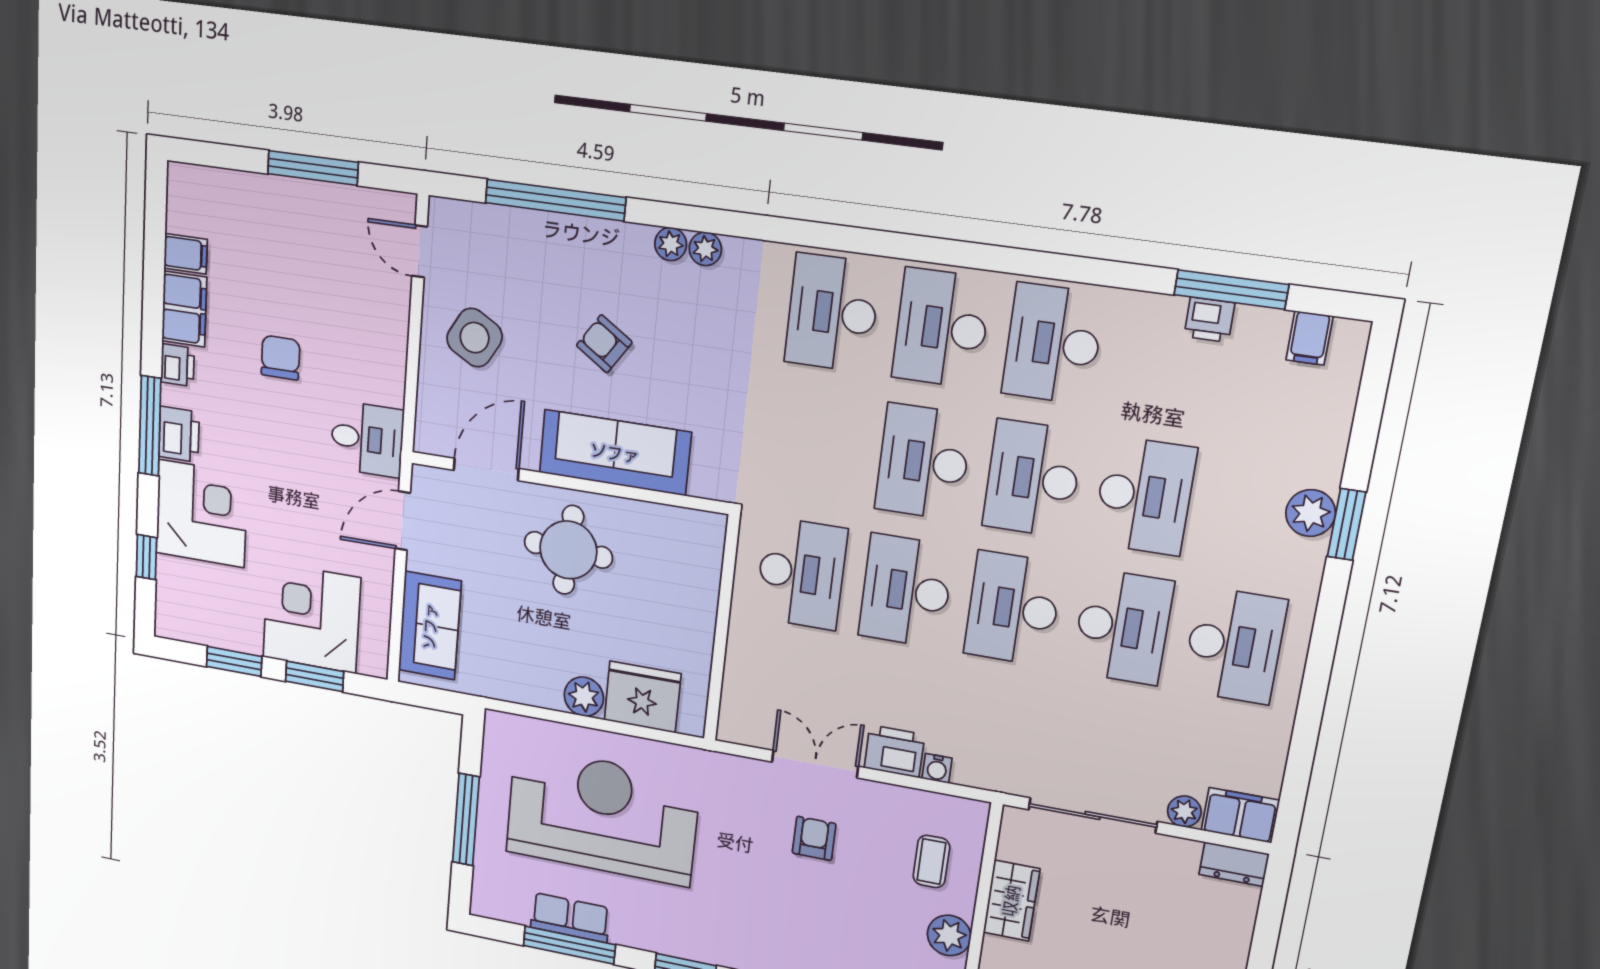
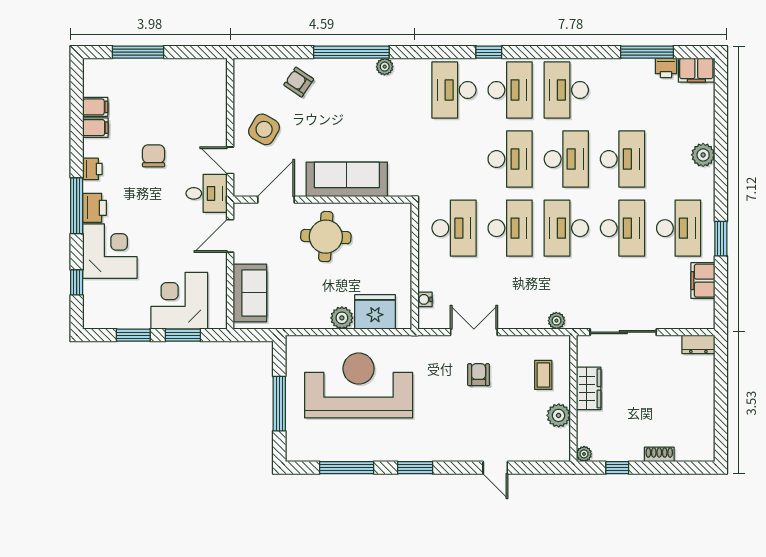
window: (313, 168) -> (138, 52), moved
window: (555, 200) -> (351, 52), moved
plant: (671, 244) -> (366, 67), removed
window: (909, 247) -> (489, 52), added
door: (420, 251) -> (230, 160), moved
filing cabinet: (184, 309) -> (95, 128), width x0.50
printer: (1209, 320) -> (666, 68), moved
desk: (941, 328) -> (510, 90), turned 180
filing cabinet: (1309, 338) -> (696, 70), width x2.00
armchair: (604, 344) -> (299, 82), moved
desk: (923, 462) -> (510, 159), turned 180
desk: (1033, 479) -> (566, 159), turned 180
window: (1346, 524) -> (721, 239), moved
desk: (906, 591) -> (510, 228), turned 180
printer: (894, 751) -> (516, 317), removed
water cooler: (937, 768) -> (425, 299), moved, turned 90
plant: (1184, 811) -> (556, 321), moved
filing cabinet: (1240, 815) -> (703, 281), moved, turned -90
row of seats: (570, 918) -> (346, 451), removed

